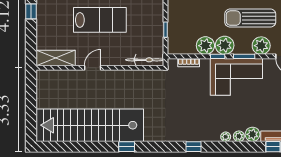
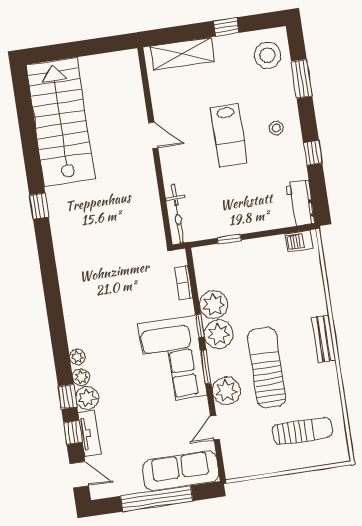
lab bench: (100, 20) -> (229, 135), width x0.73, depth x0.72
shelving: (56, 58) -> (182, 54), moved, turned 90
stairs: (90, 125) -> (60, 122), width x0.73
window: (194, 147) -> (68, 397), moved

